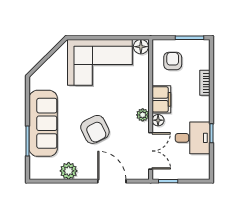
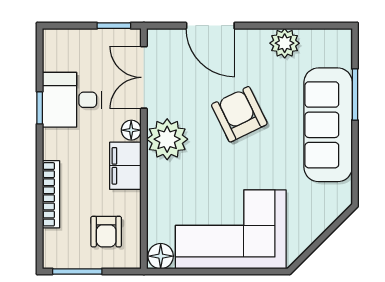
bookcase: (205, 83) -> (51, 194), width x1.56
plant: (143, 115) -> (167, 139), width x1.87, depth x1.87

